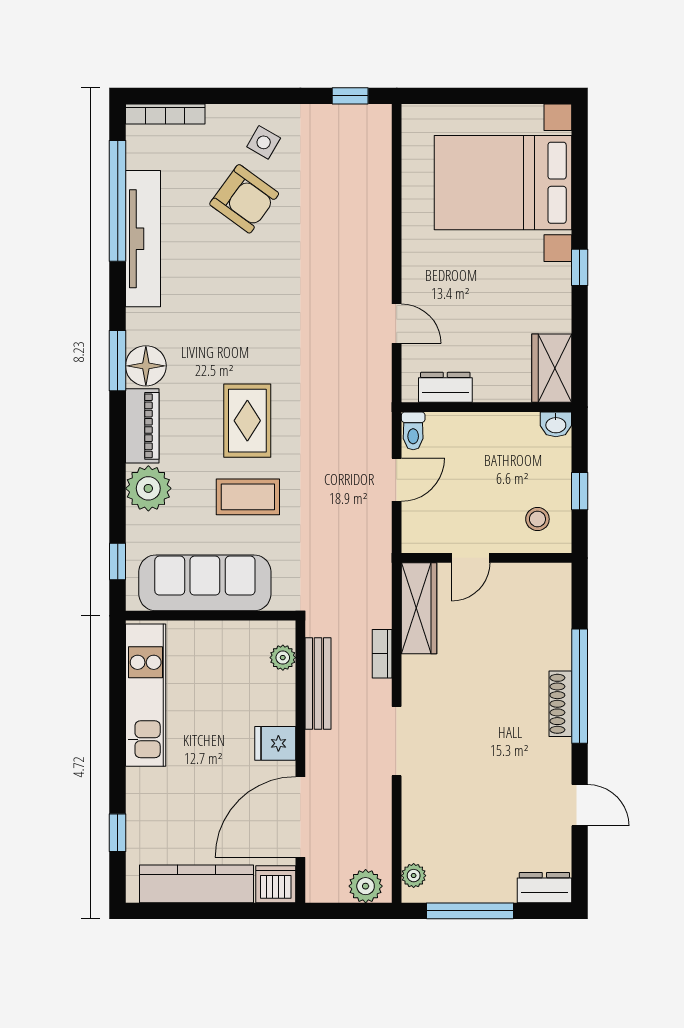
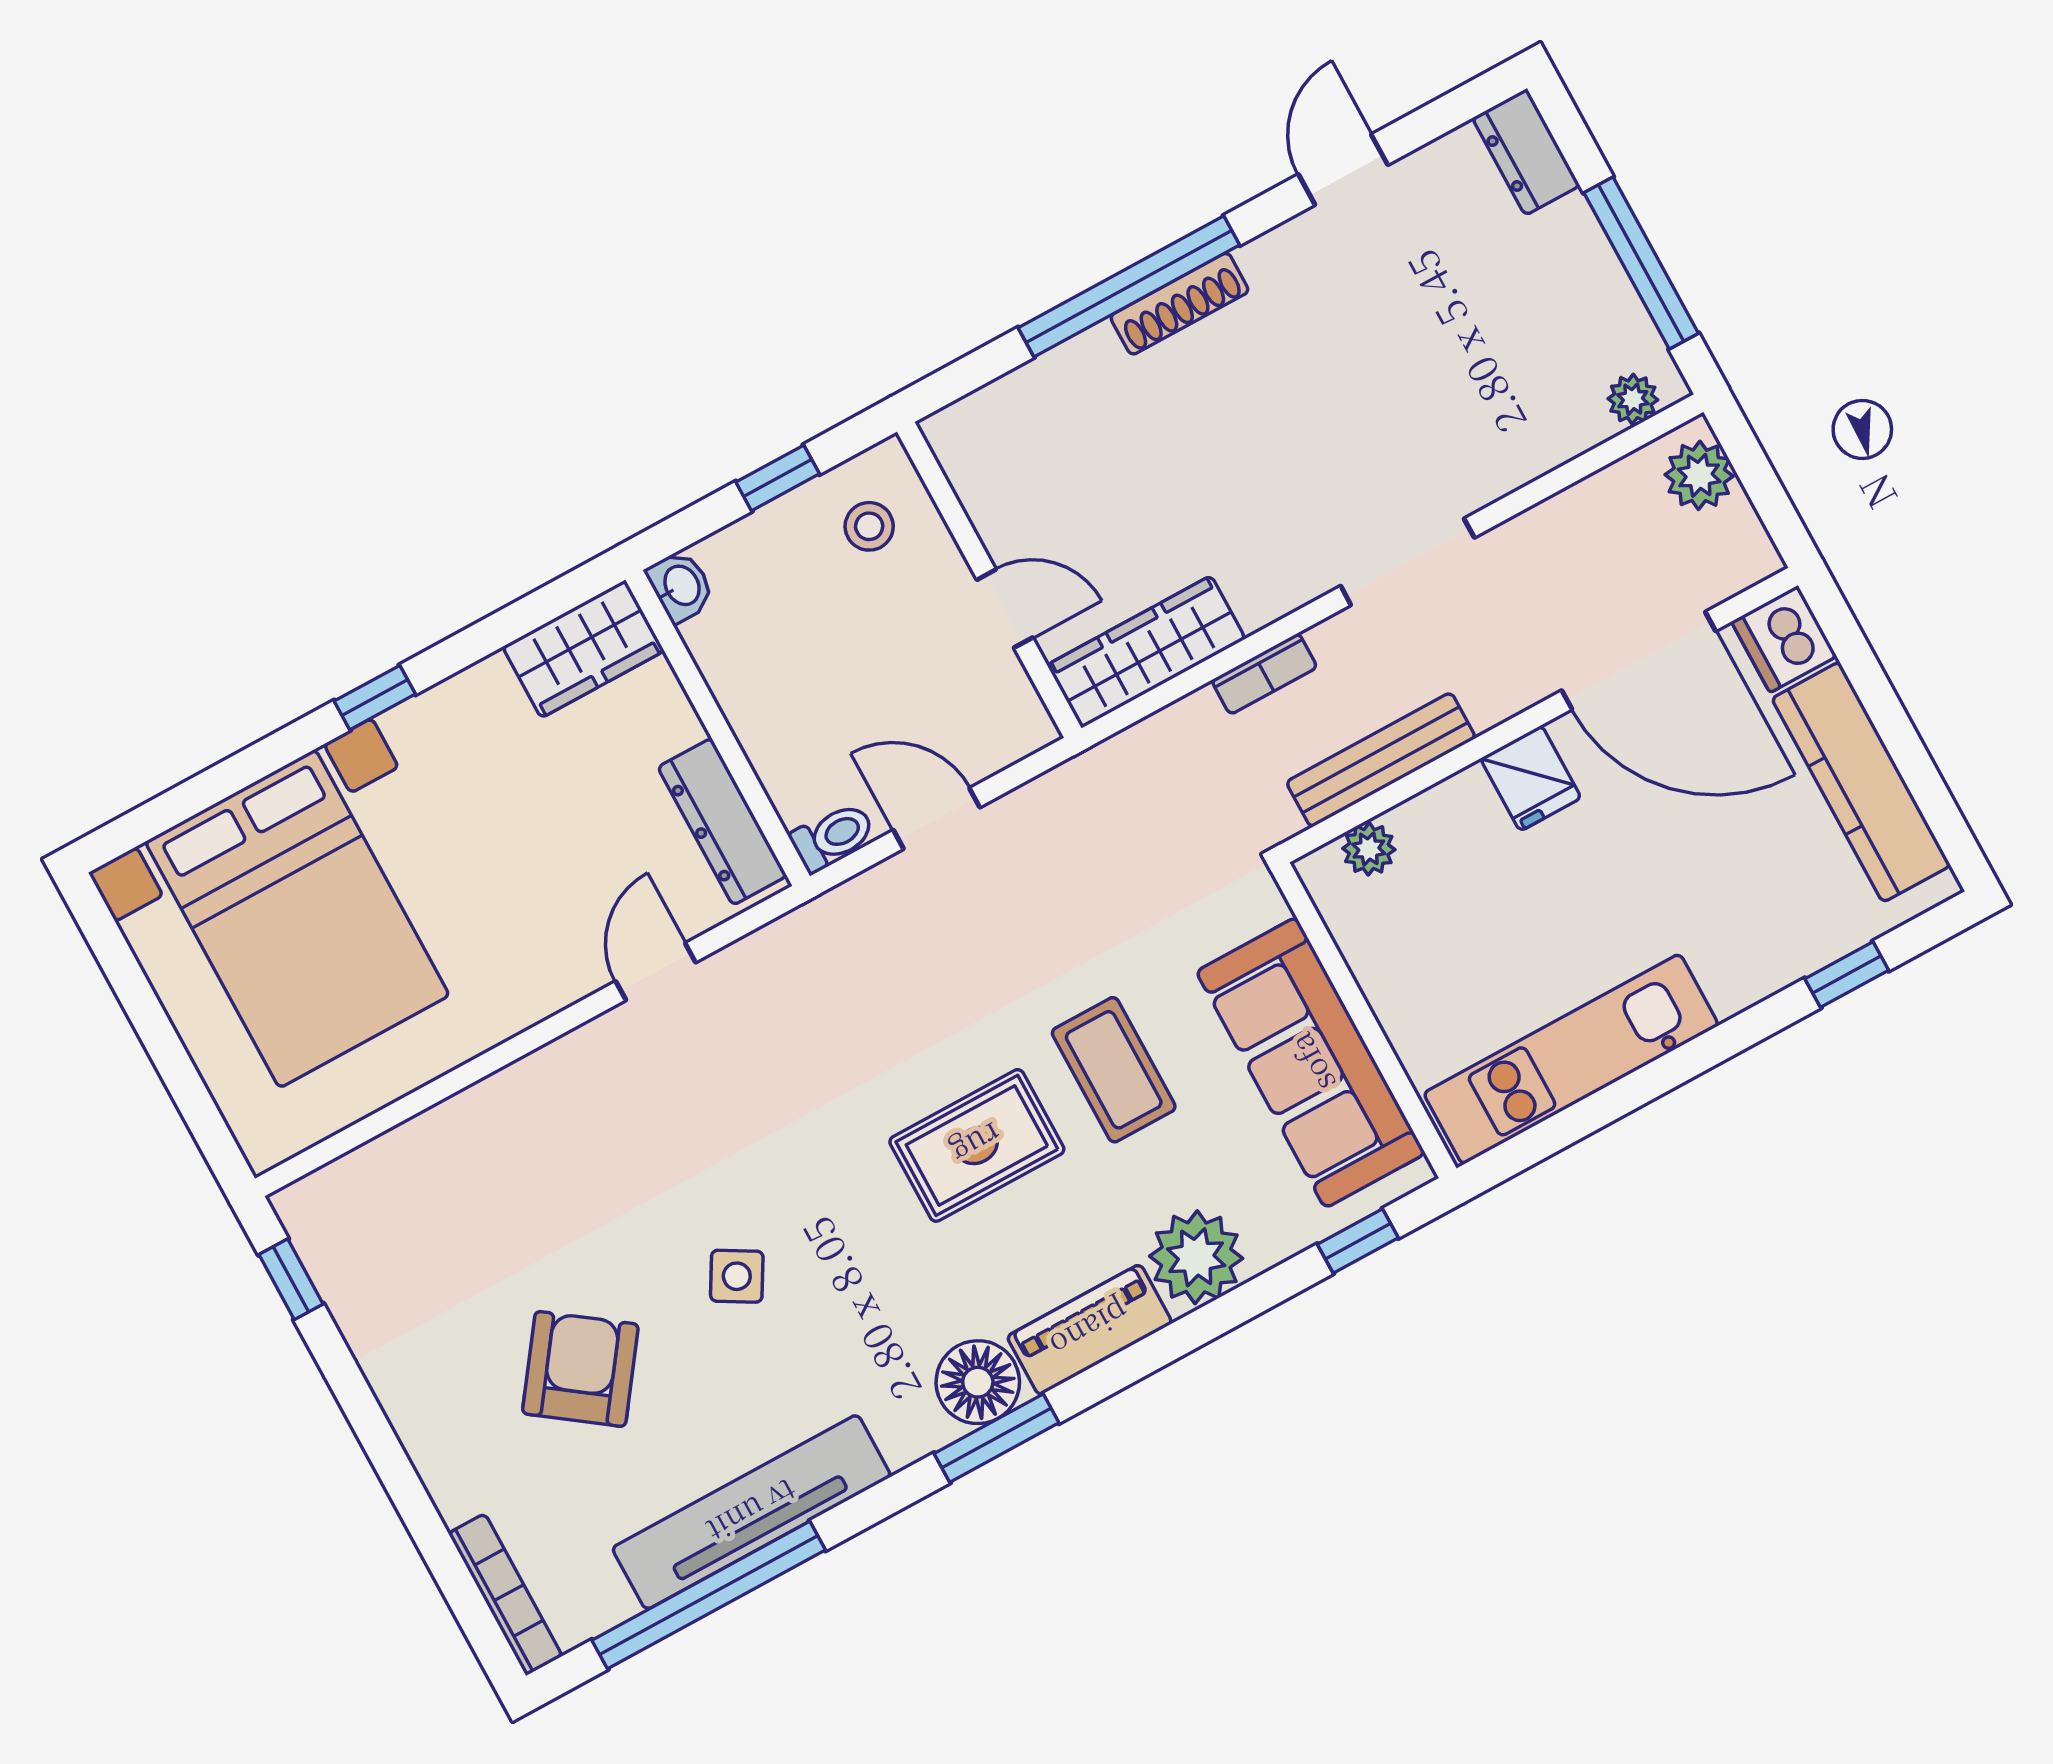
side table: (264, 142) -> (737, 1276), moved
dresser: (445, 387) -> (722, 822), width x1.44

